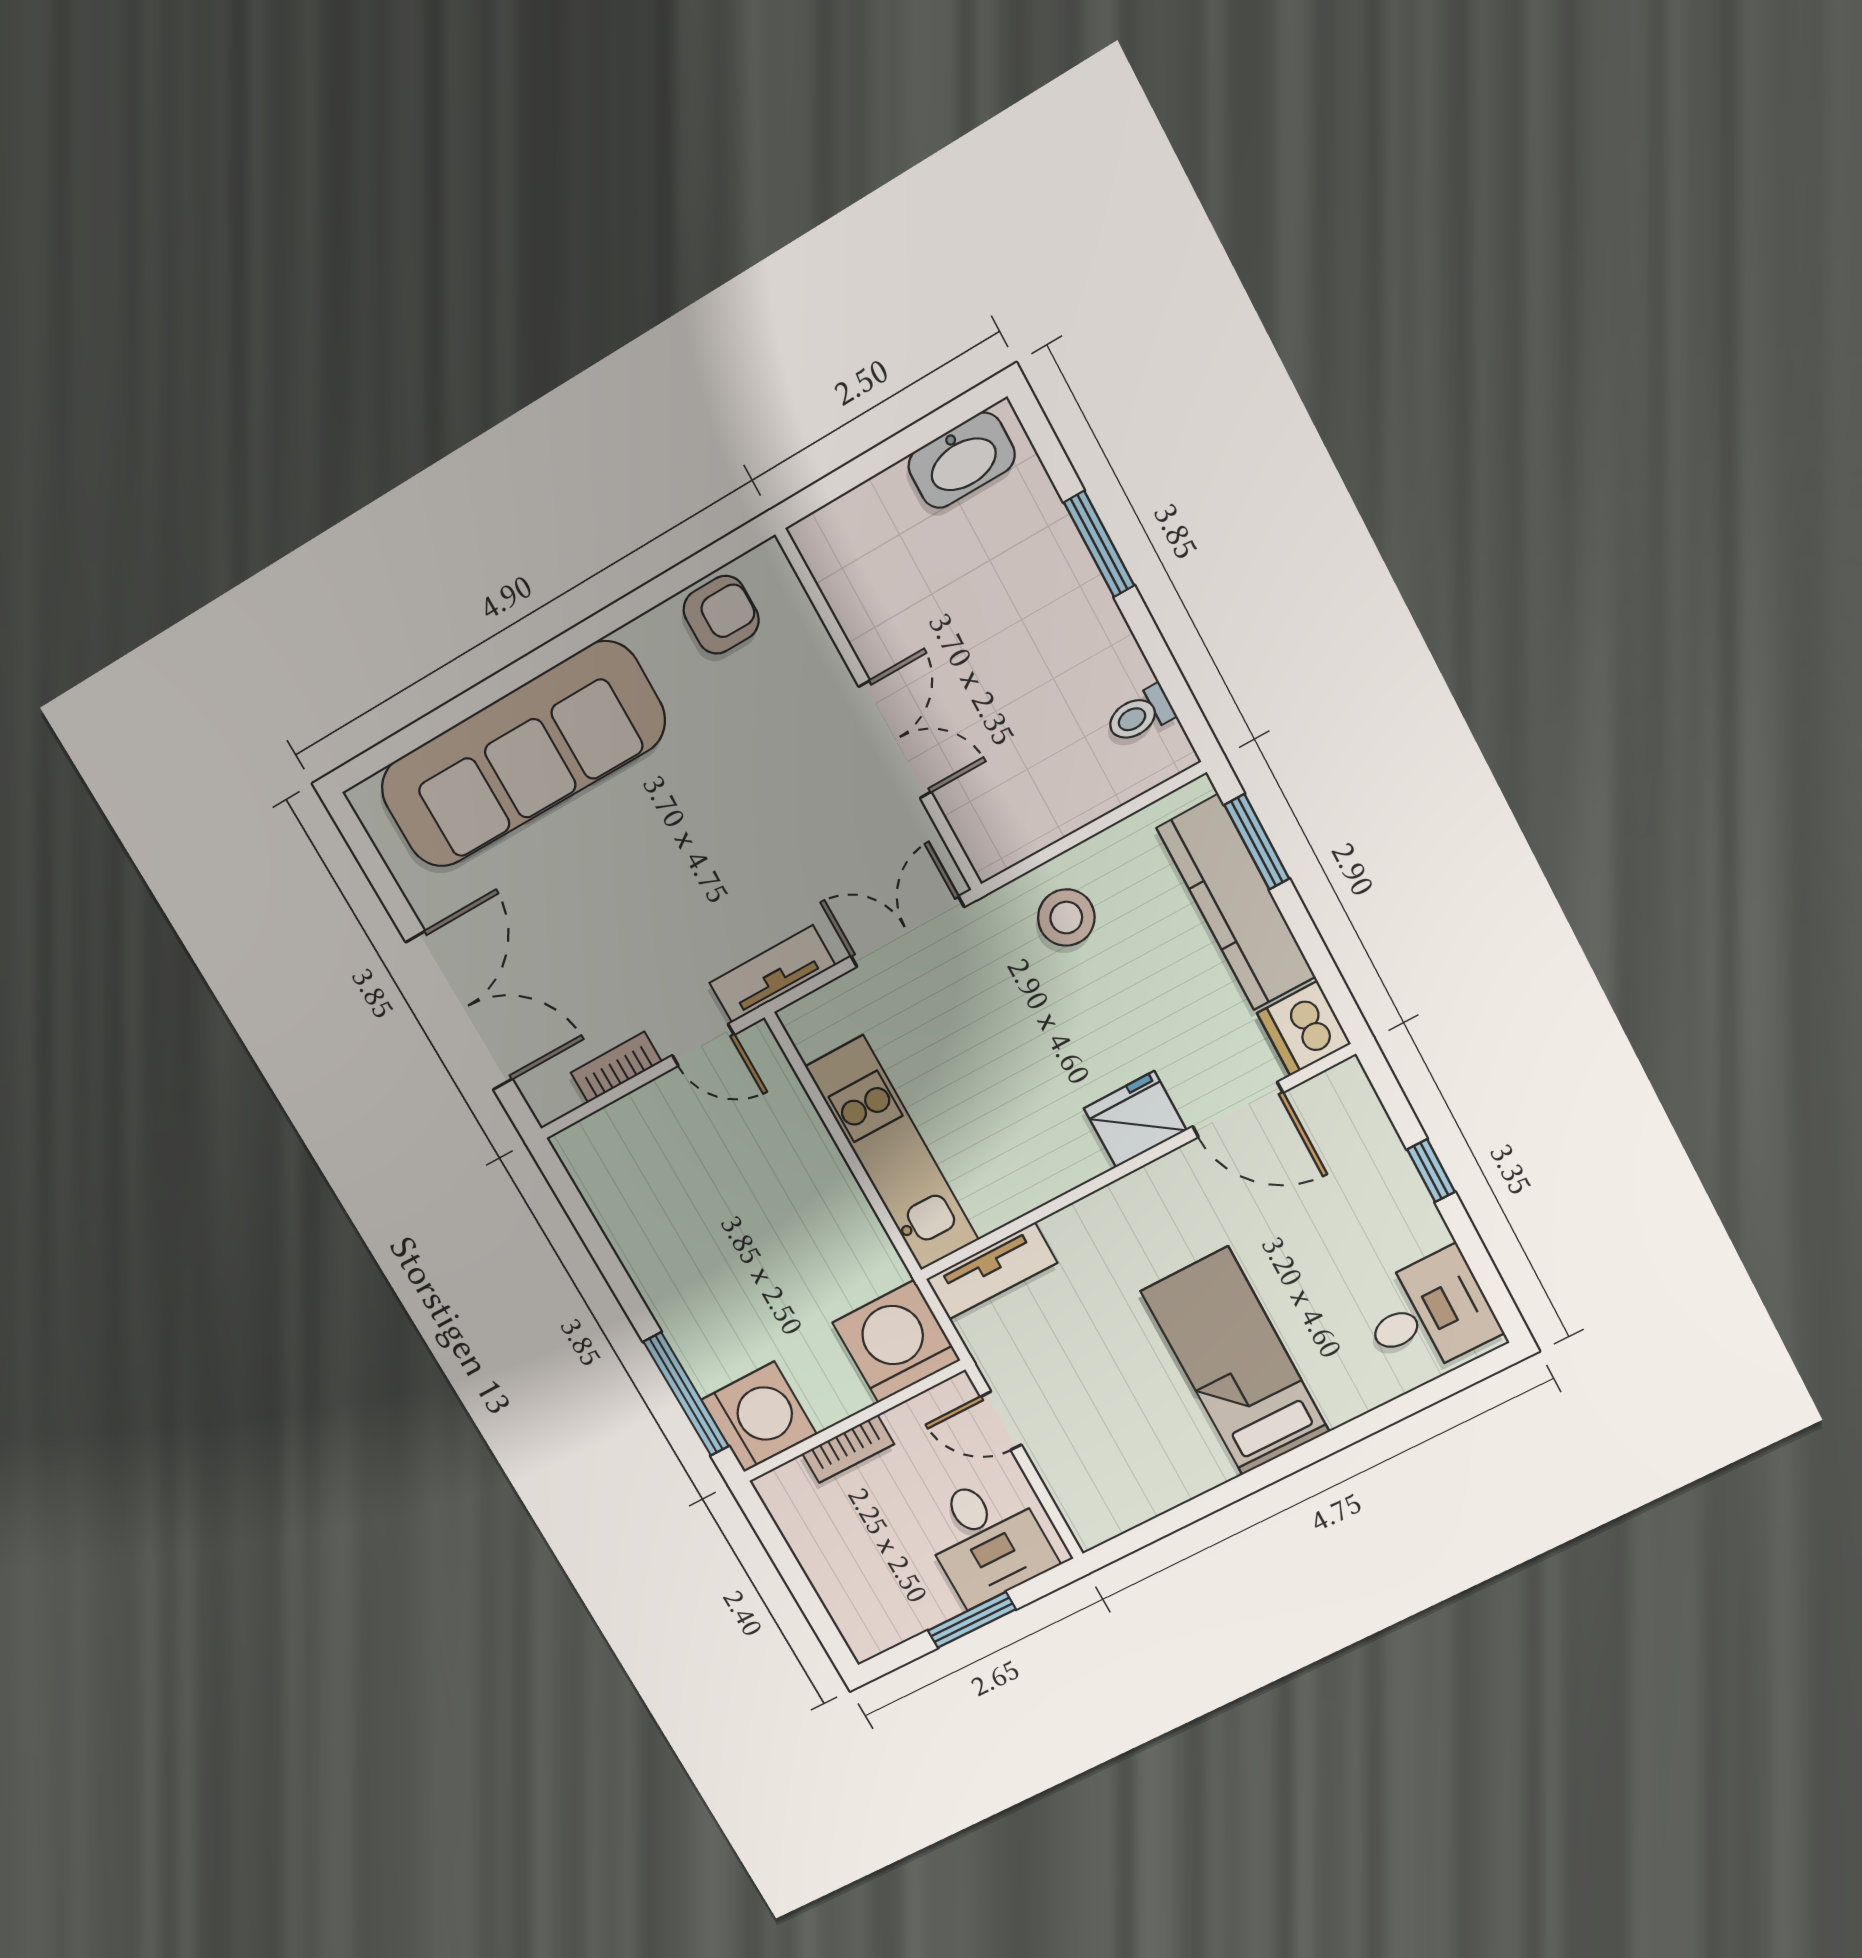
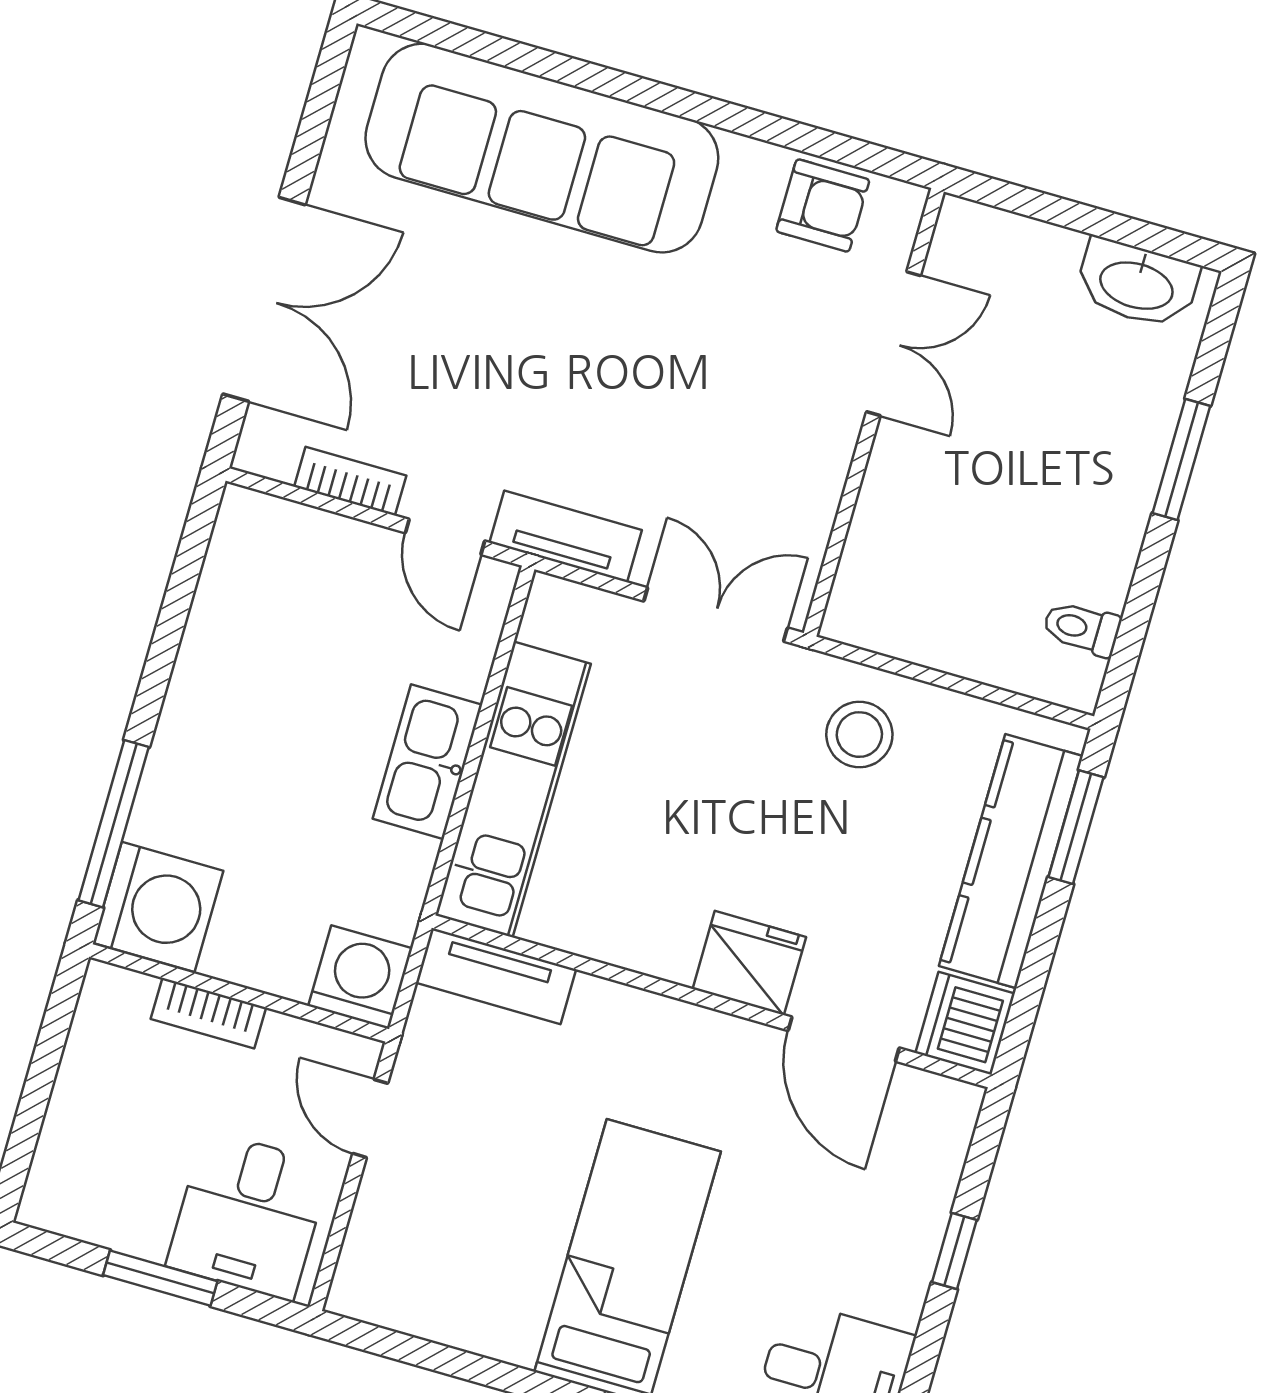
double door: (895, 740) -> (893, 344), moved
kitchen sink: (826, 1186) -> (427, 762), added
washing machine: (896, 1341) -> (360, 977), width x0.73, depth x0.73

